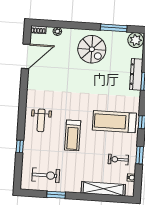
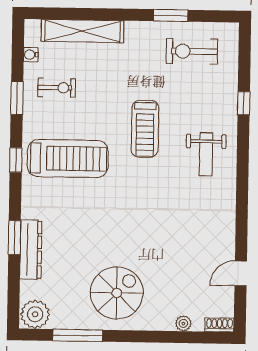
spiral stairs: (92, 49) -> (117, 293), turned 90
door: (26, 56) -> (241, 273), width x0.53
weight bench: (41, 120) -> (206, 154), turned 180
treadmill: (73, 135) -> (145, 129), turned 180

